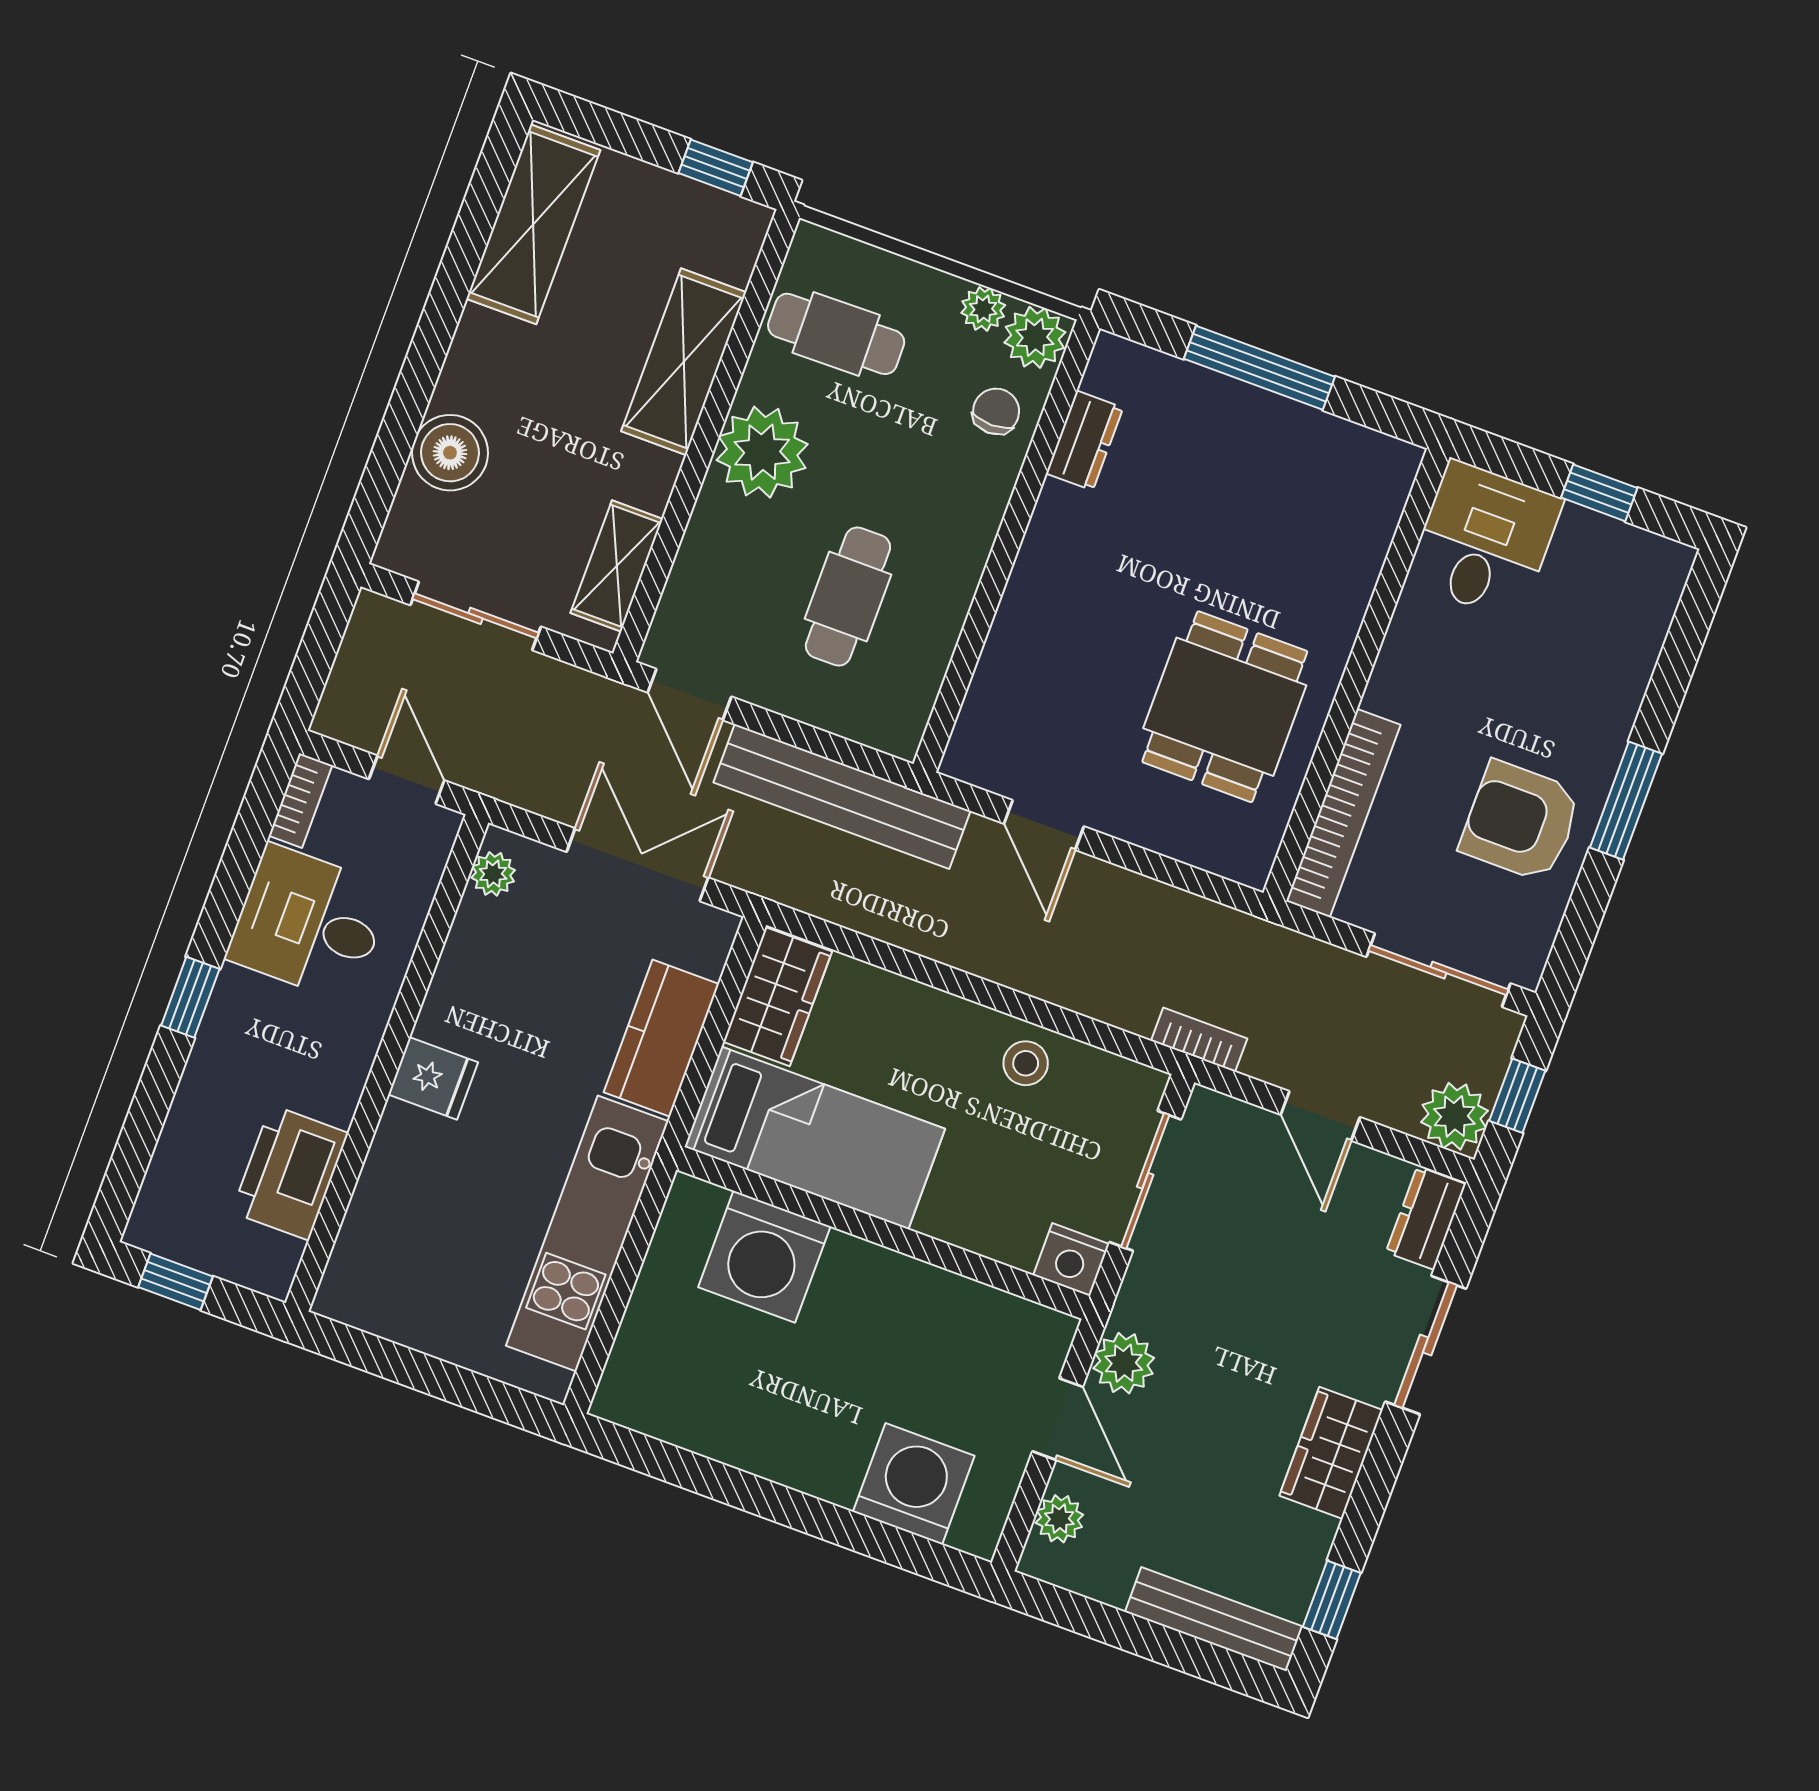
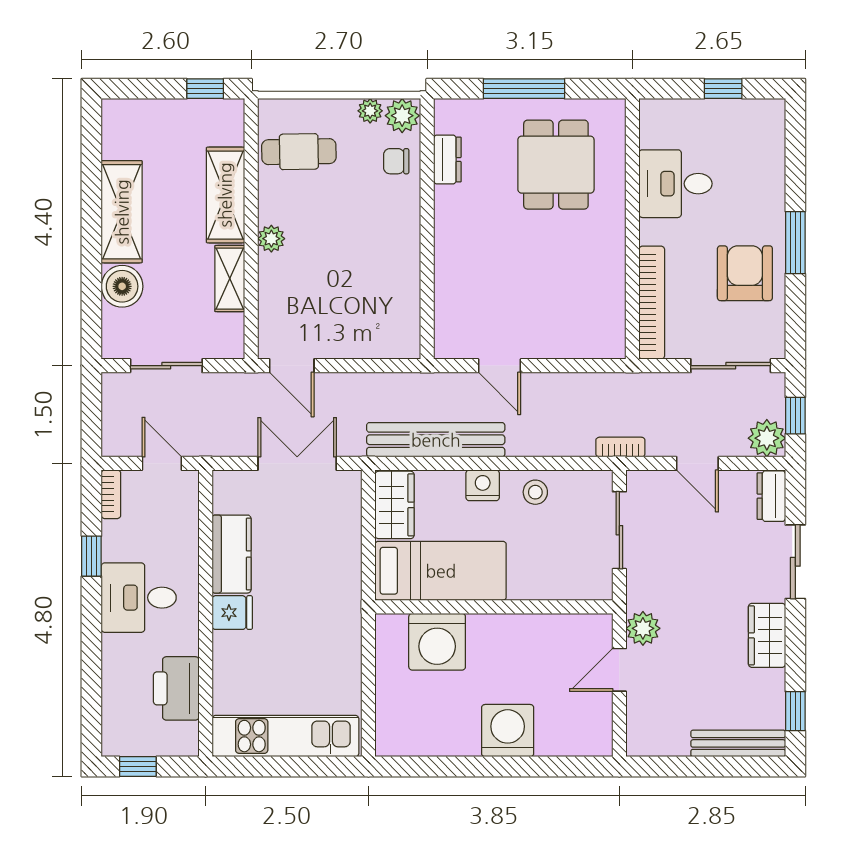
shelving: (533, 224) -> (122, 212), moved
chair: (996, 411) -> (396, 161), turned -90
plant: (762, 452) -> (271, 239), width x0.53, depth x0.53
desk: (1484, 540) -> (675, 184), moved, turned -90
shelving: (617, 566) -> (230, 279), moved
cafe table: (848, 597) -> (355, 285), removed
dining table: (1225, 707) -> (556, 165), moved
bench: (842, 797) -> (436, 440), moved
armchair: (1521, 821) -> (745, 273), turned 90
plant: (493, 874) -> (224, 496), removed
desk: (309, 923) -> (139, 598), moved
window: (190, 997) -> (91, 556), moved
kitchen counter: (661, 1038) -> (232, 554), moved, turned 180
kitchen unit: (587, 1234) -> (285, 736), moved, turned 90
nightstand: (1071, 1260) -> (483, 485), moved, turned 180
door: (1058, 1419) -> (619, 670), swing flipped
washing machine: (914, 1484) -> (508, 731), moved
plant: (1059, 1519) -> (639, 721), removed

